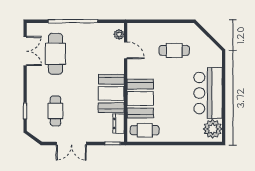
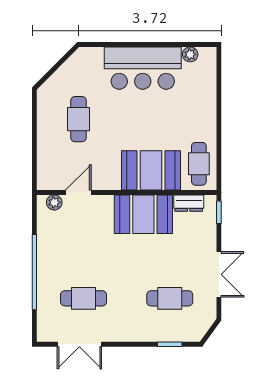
double door: (25, 51) -> (79, 344), swing flipped
cafe table: (55, 54) -> (84, 298), width x0.73, depth x0.74
plant: (213, 129) -> (190, 54), width x0.53, depth x0.53

